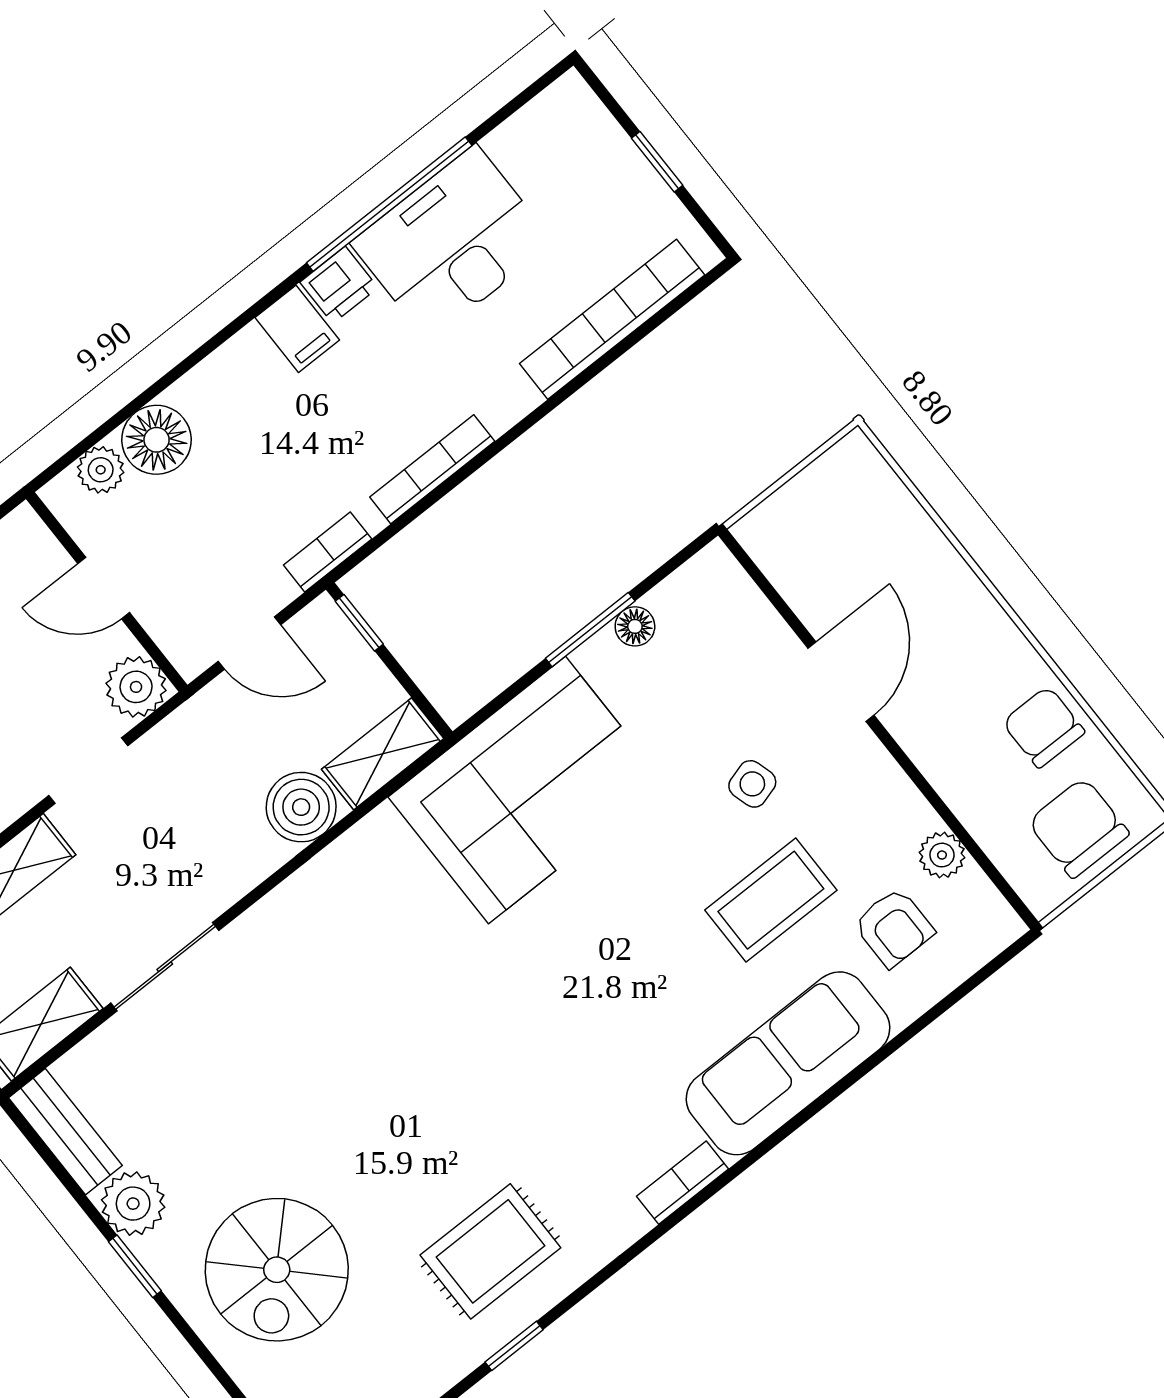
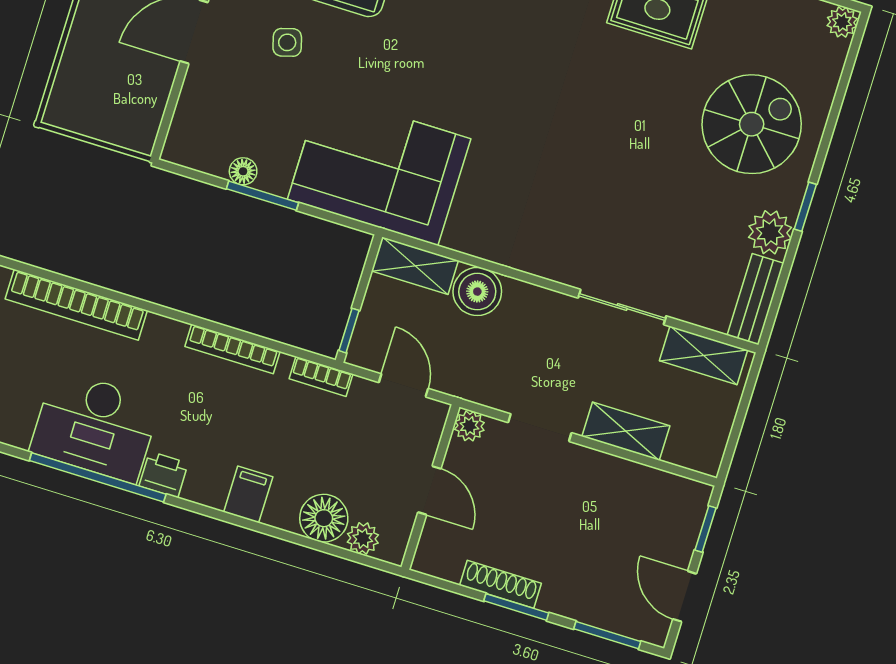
filing cabinet: (297, 329) -> (248, 494), moved
plant: (136, 687) -> (469, 426), width x0.73, depth x0.73

